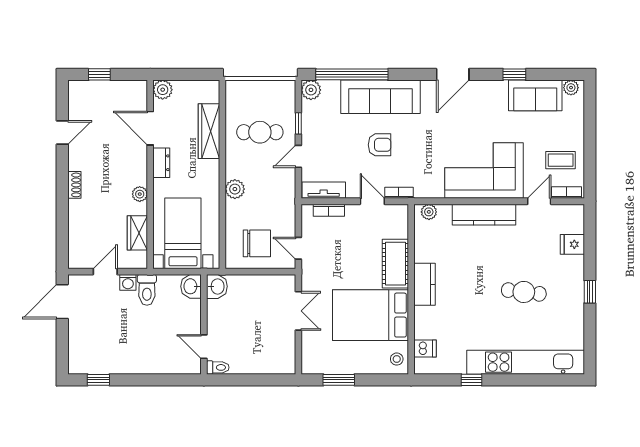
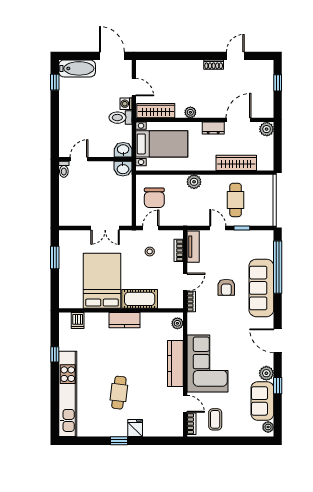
plant: (311, 90) -> (266, 373), moved
door: (62, 133) -> (235, 56), swing flipped
shoe rack: (74, 185) -> (214, 65), moved
wardrobe: (137, 233) -> (156, 111), width x1.50
fridge: (572, 244) -> (135, 428), moved
bathtub: (80, 349) -> (77, 68), added
stool: (397, 359) -> (150, 251), moved

